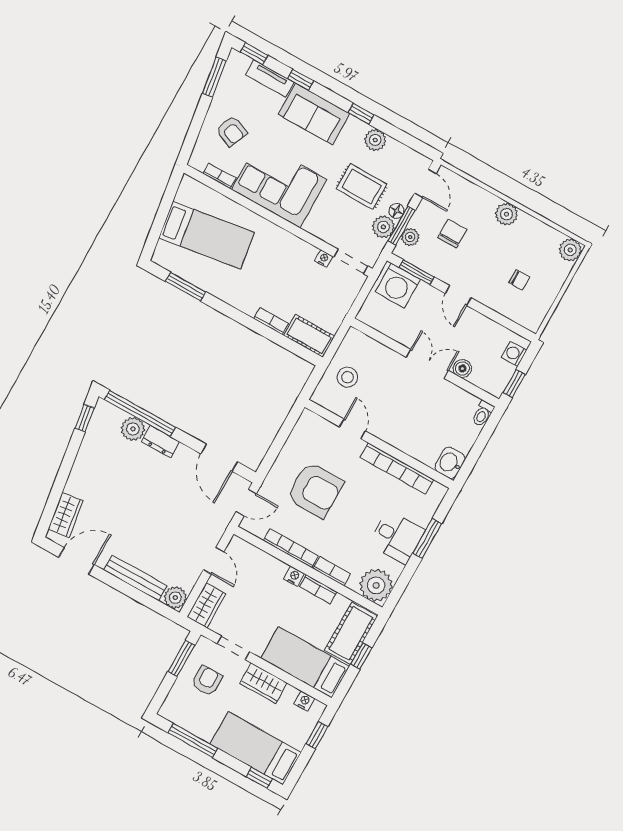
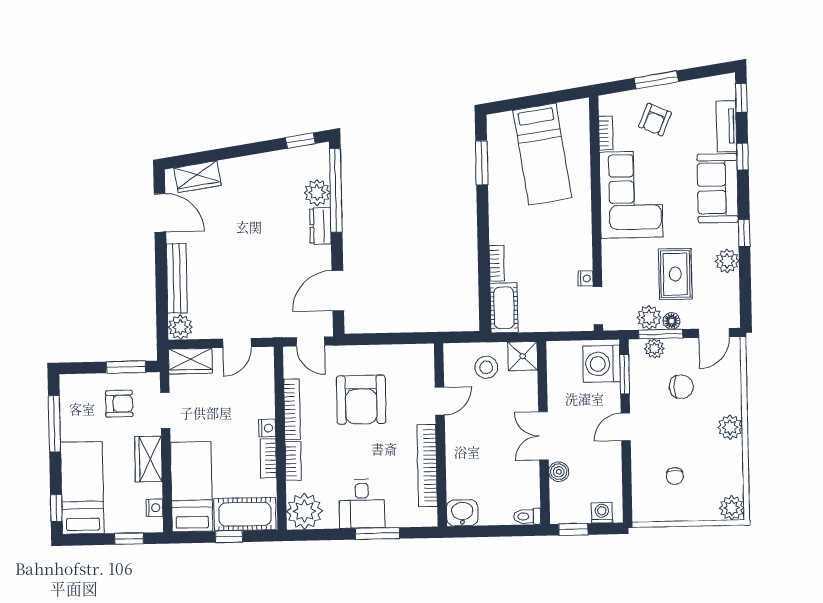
window: (214, 77) -> (656, 80), moved
shower: (355, 343) -> (523, 356), added
double door: (427, 364) -> (543, 436), swing flipped

